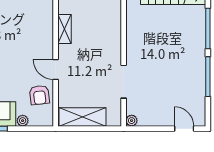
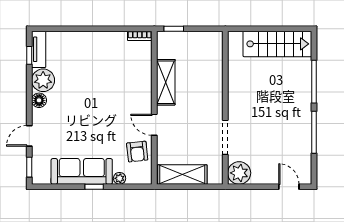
shelving: (65, 29) -> (166, 82), width x1.50, depth x1.33
plant: (132, 121) -> (239, 173), width x1.88, depth x1.88

